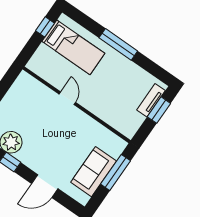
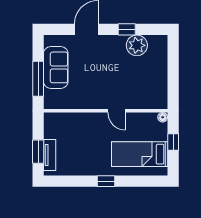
window: (45, 27) -> (173, 142), moved
window: (118, 44) -> (106, 181), width x0.46
floor lamp: (32, 65) -> (163, 117), added

